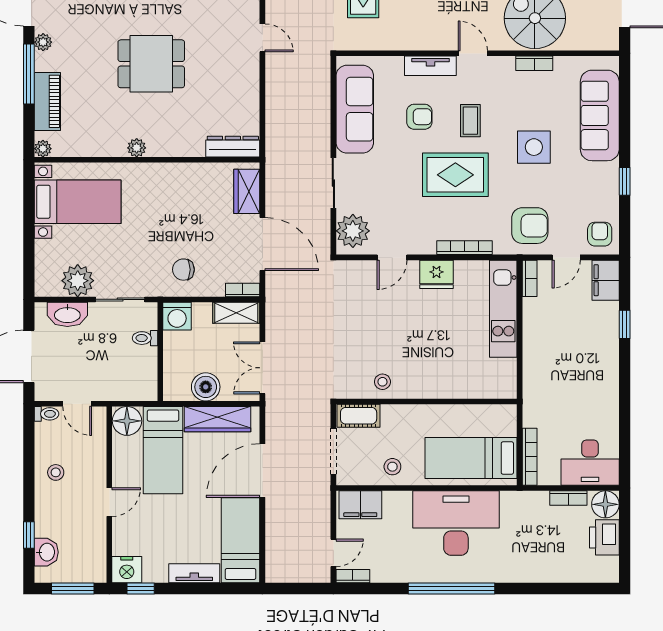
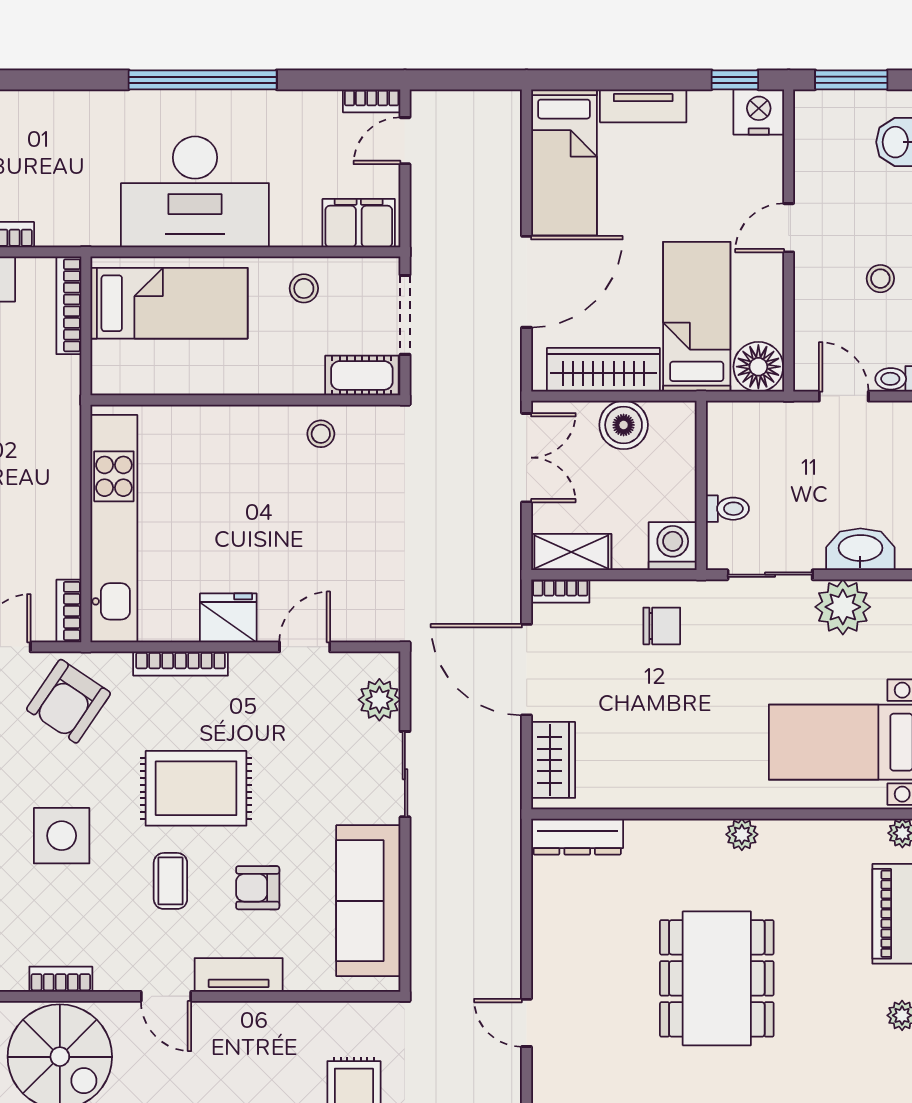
dining table: (151, 64) -> (717, 978), width x1.38
armchair: (530, 226) -> (69, 701), turned -56
plant: (353, 231) -> (379, 700), width x0.73, depth x0.73
kitchen unit: (503, 309) -> (114, 529), width x1.36

